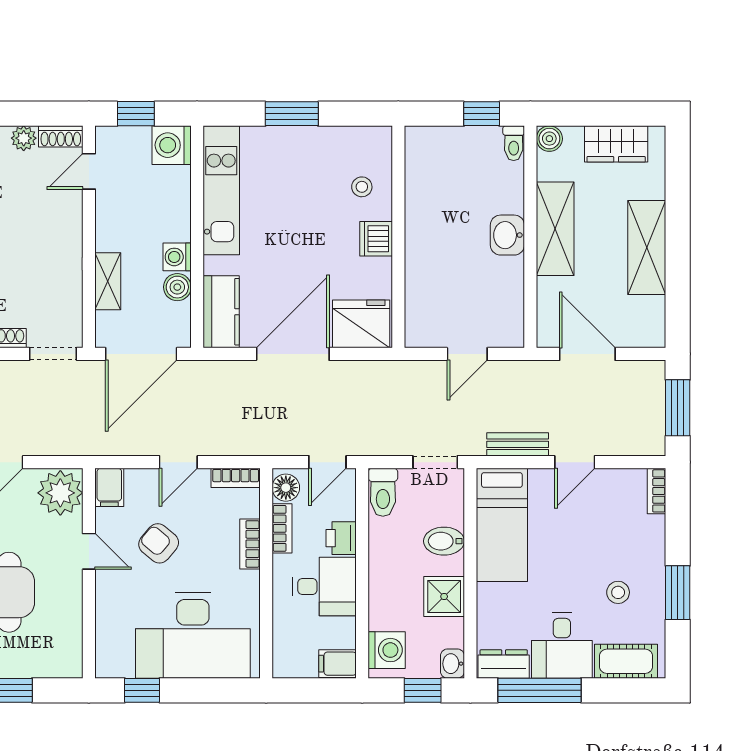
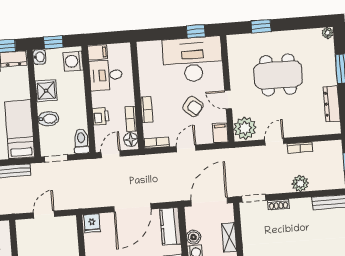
fridge: (361, 324) -> (92, 223), width x0.53, depth x0.75
desk: (325, 587) -> (106, 75), moved
desk: (193, 635) -> (193, 59), moved

